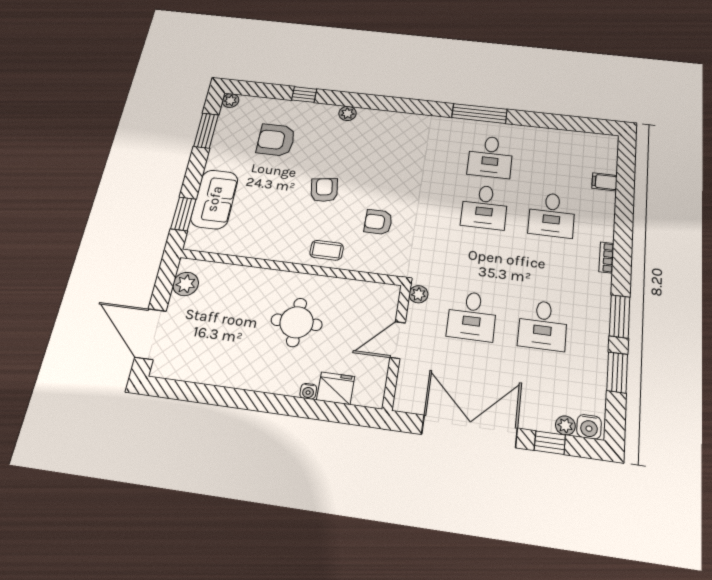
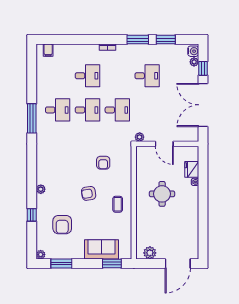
filing cabinet: (604, 182) -> (48, 50), moved
coffee table: (327, 250) -> (118, 204), moved
desk: (472, 316) -> (117, 110), moved

